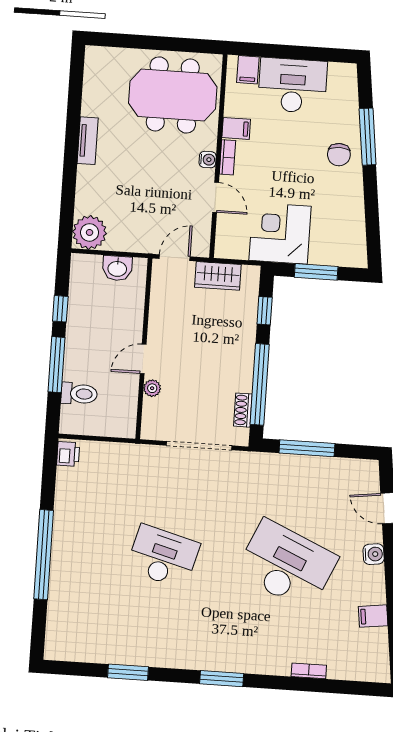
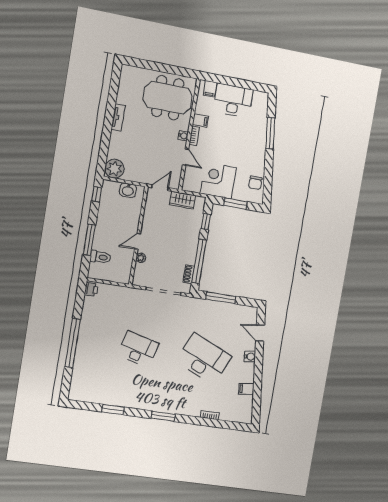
chair: (339, 155) -> (255, 183), moved
window: (60, 309) -> (97, 194), moved

